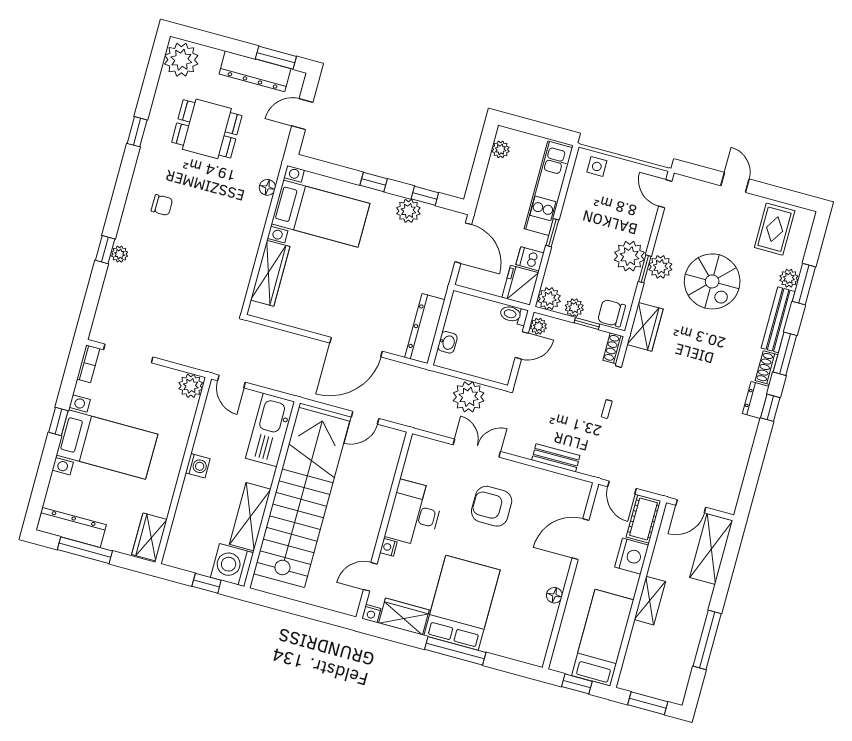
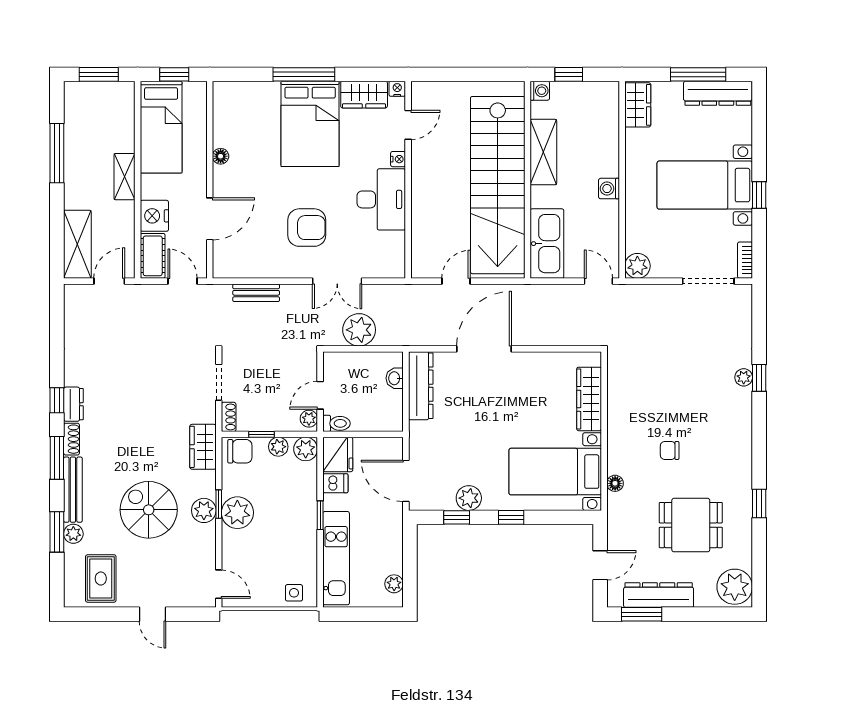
chair: (162, 205) -> (670, 450), moved
washing machine: (232, 565) -> (540, 91), width x0.53, depth x0.53

